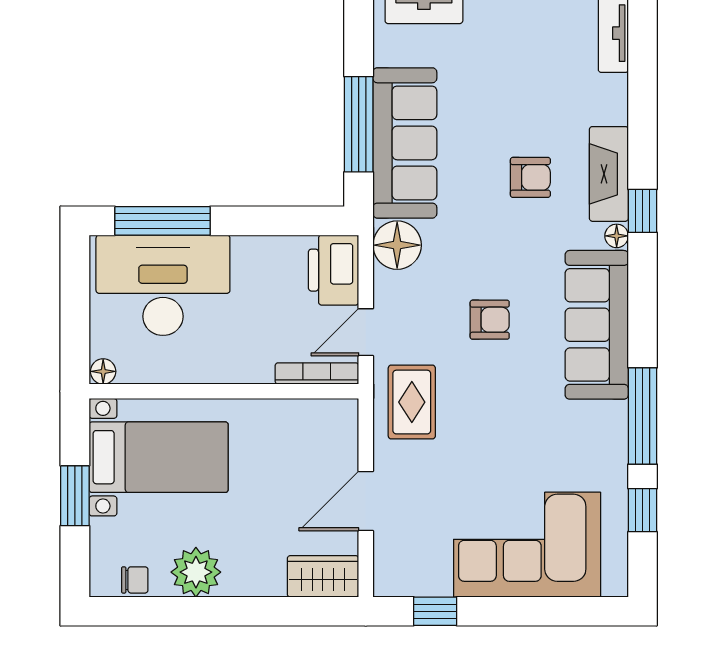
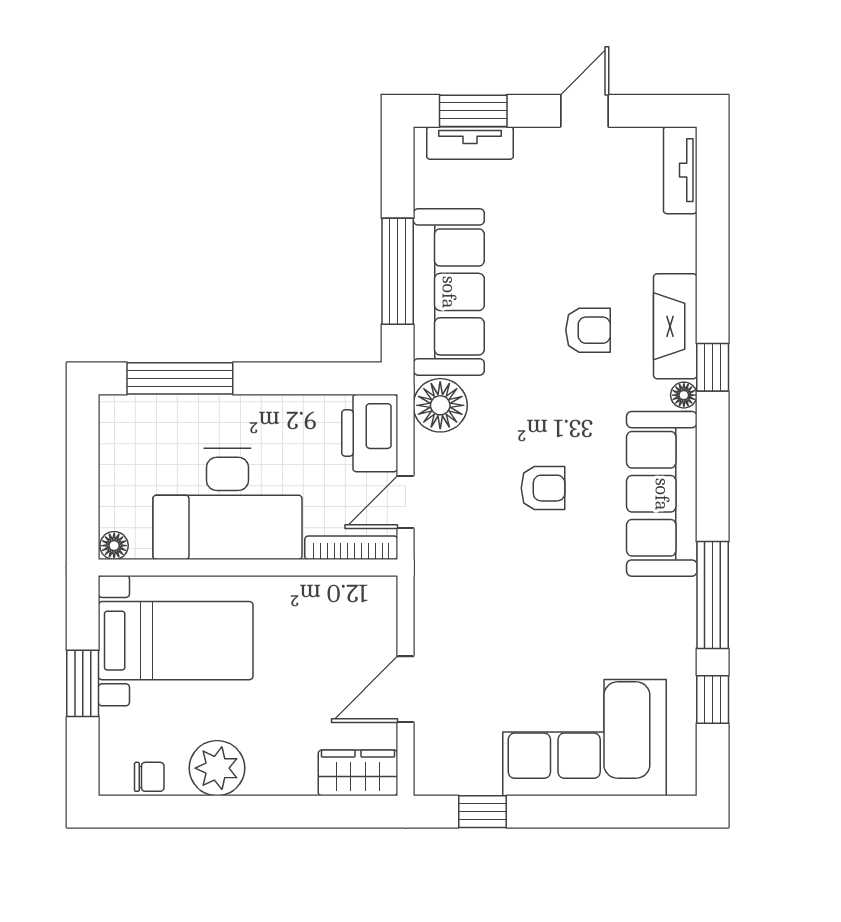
desk: (163, 285) -> (227, 504), moved, turned 180
rug: (412, 402) -> (457, 579), removed

